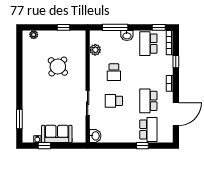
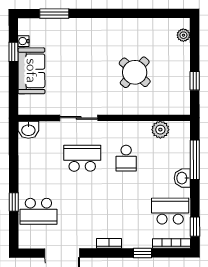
school desk: (114, 72) -> (126, 158), turned -90
school desk: (114, 101) -> (82, 158), width x1.85
school desk: (148, 101) -> (82, 211), removed

